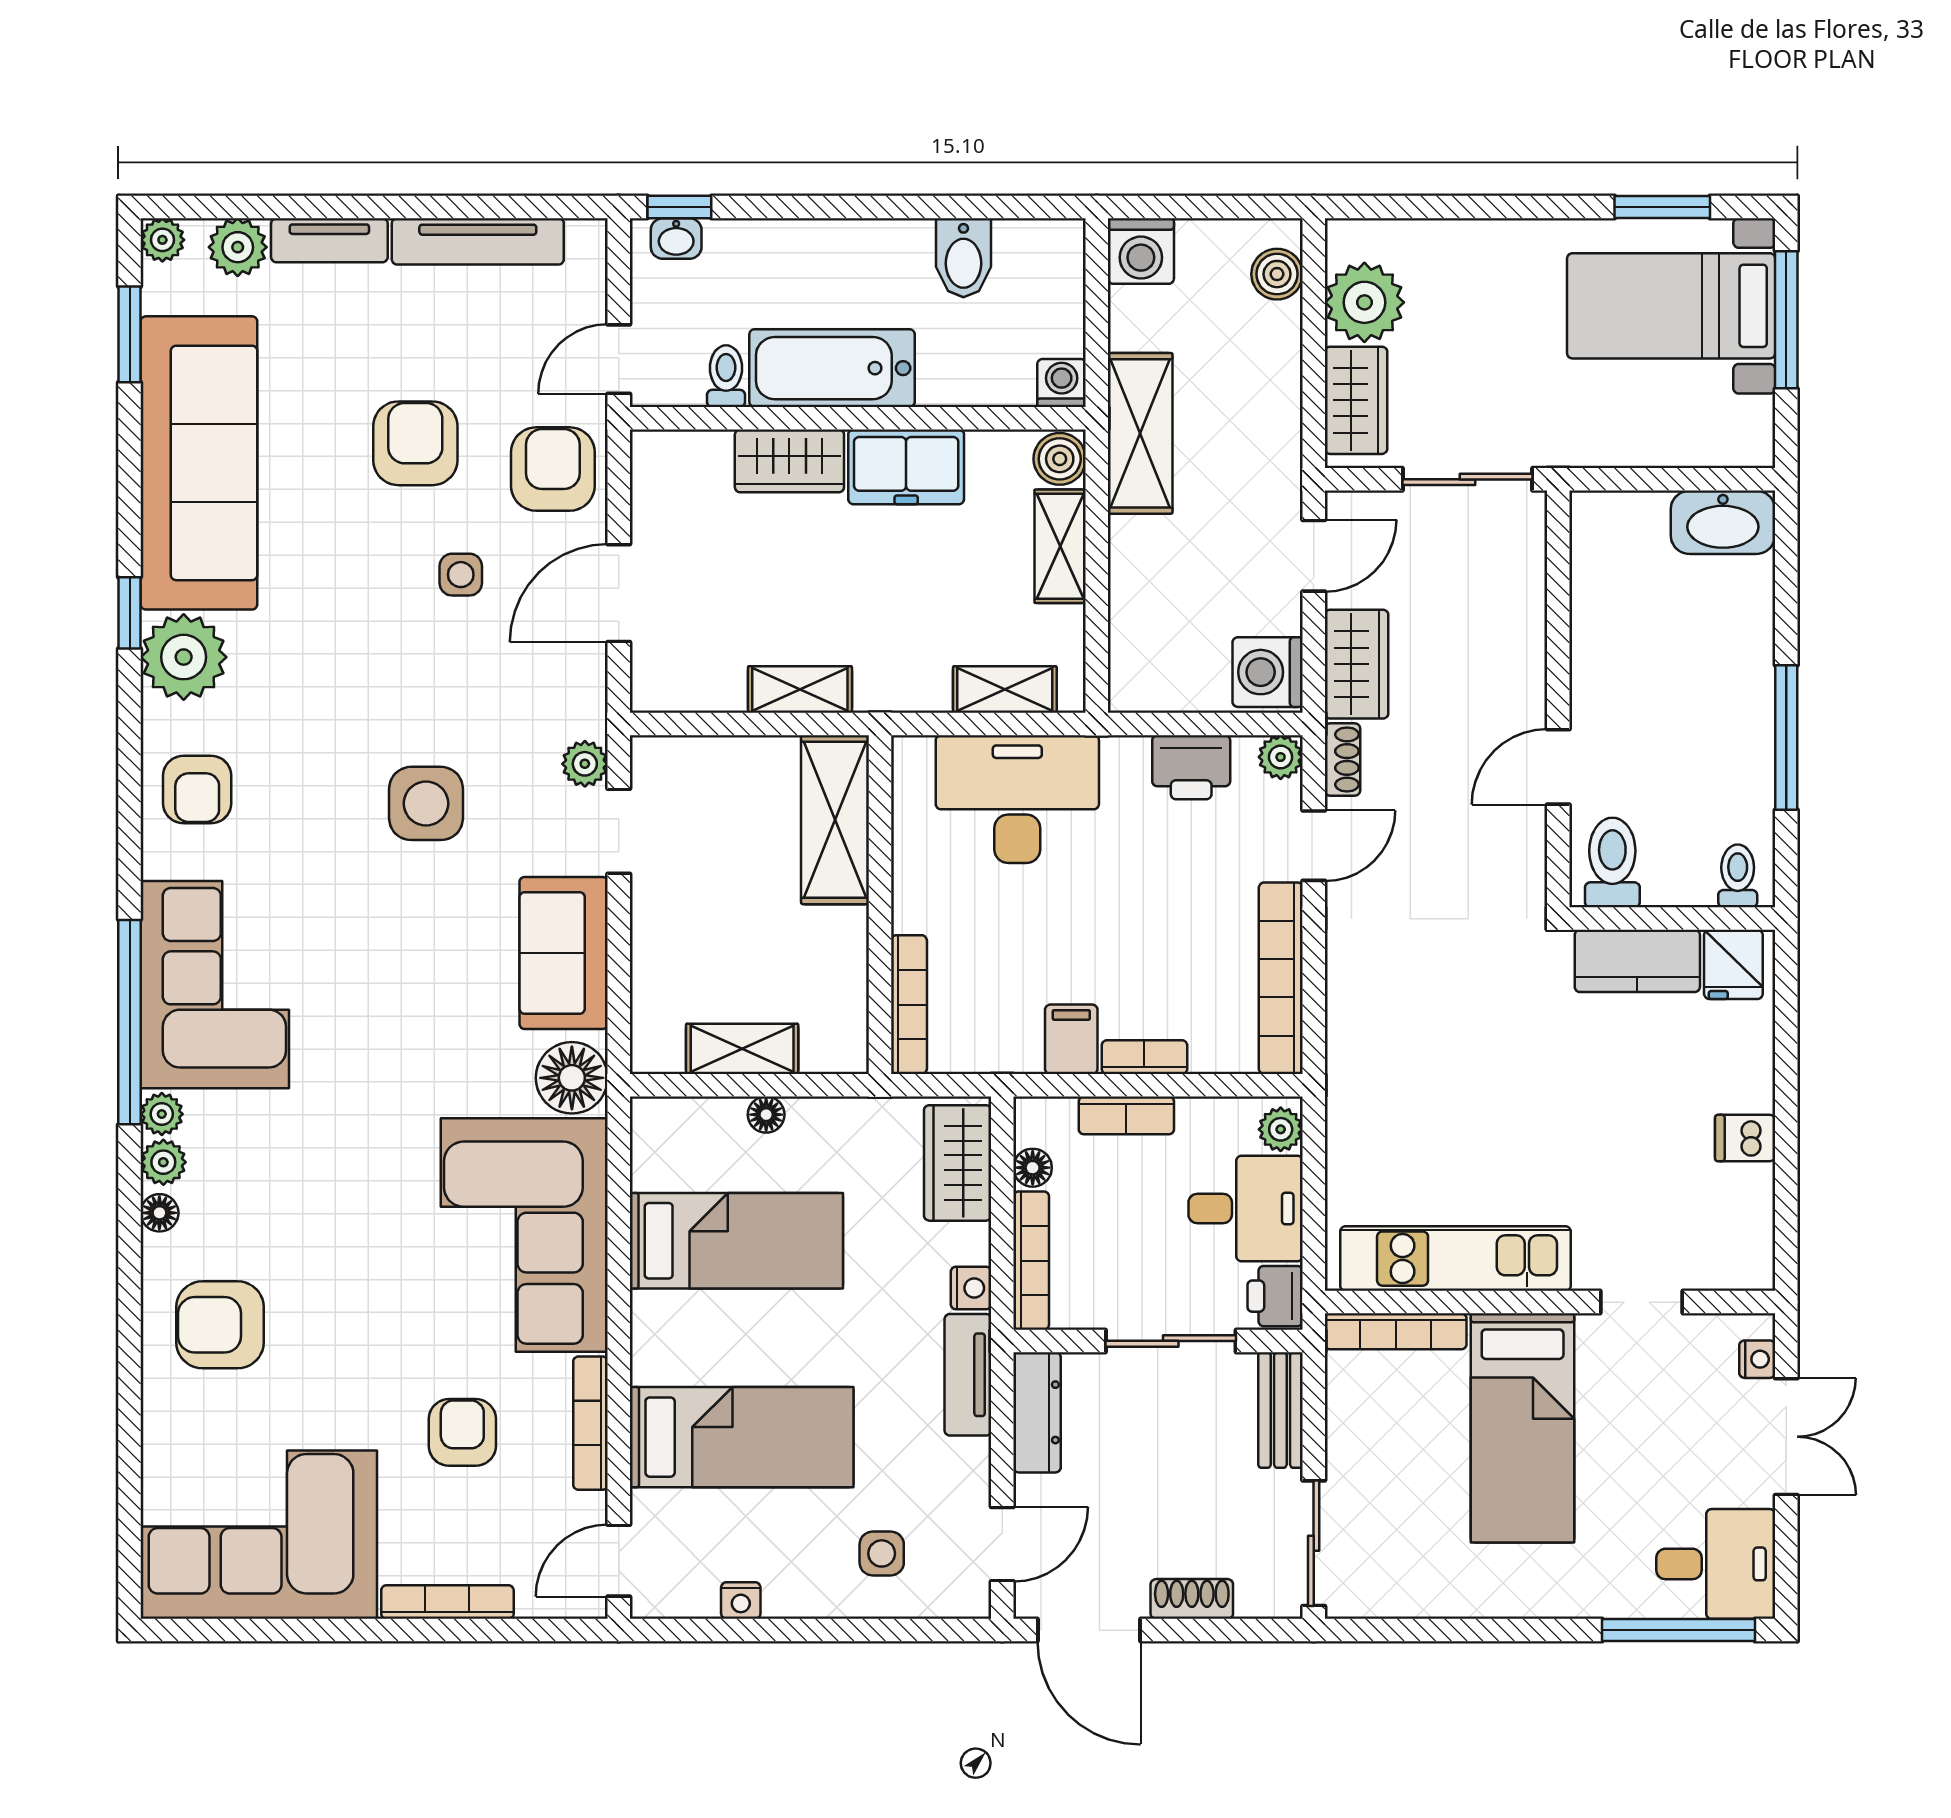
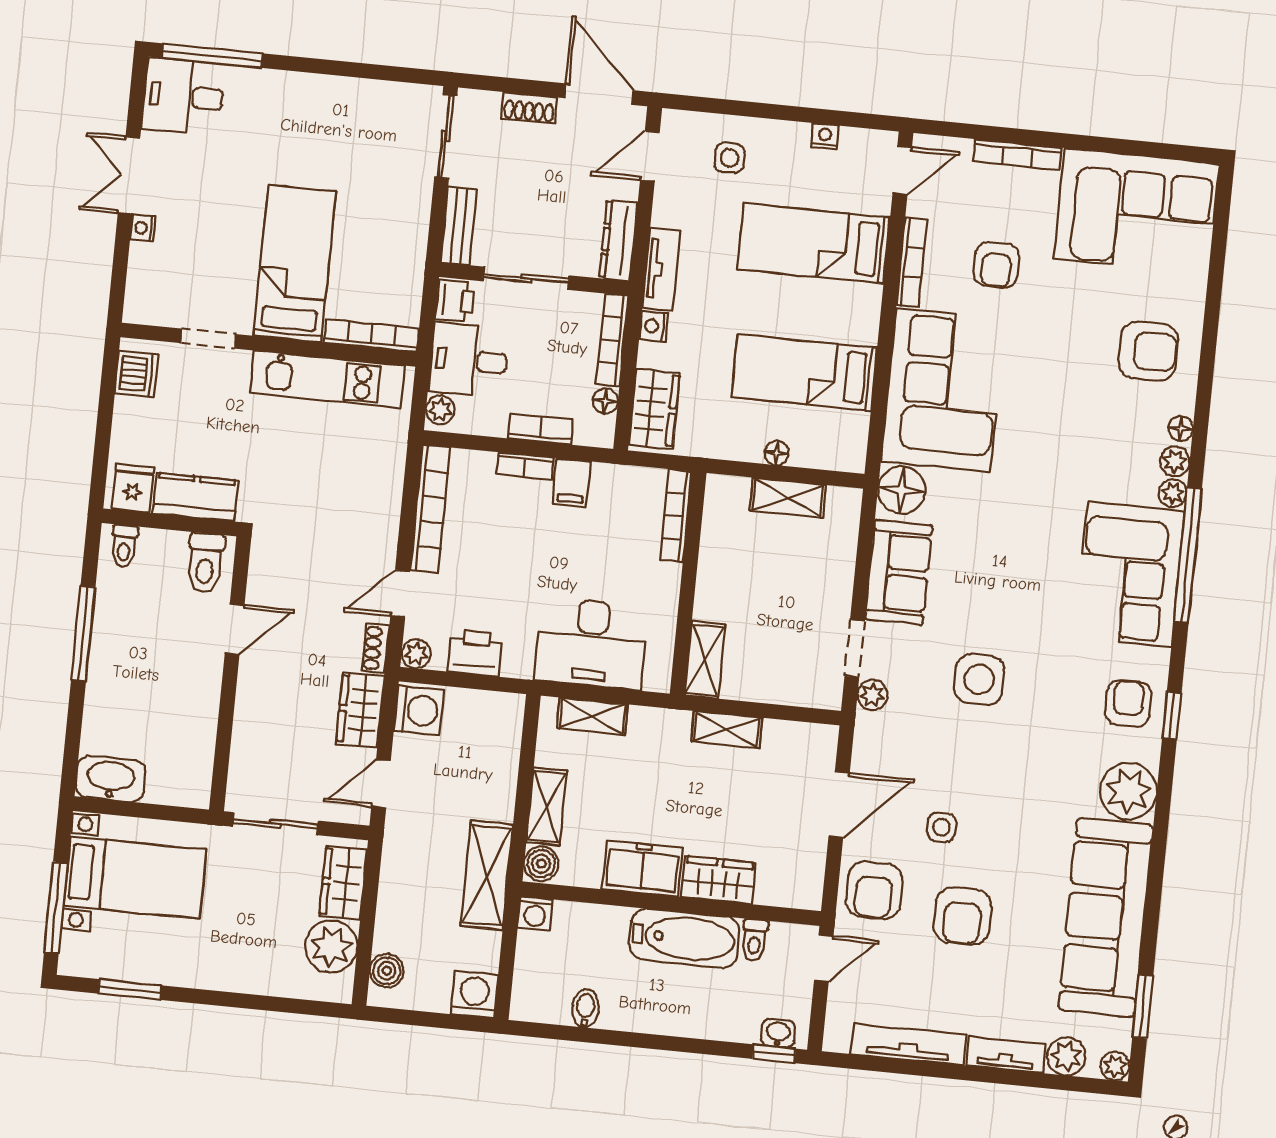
bidet: (963, 258) -> (585, 1008), width x0.72, depth x0.74
bed with nightstands: (1671, 306) -> (135, 877), moved
window: (130, 613) -> (1172, 716), moved
shelving: (835, 820) -> (705, 660), width x0.67, depth x0.75
dishwasher: (1745, 1138) -> (136, 374), width x1.38
kitchen unit: (1455, 1259) -> (328, 379), moved
wall: (1550, 1302) -> (269, 345), moved
doorway: (1641, 1302) -> (209, 339), moved
bookcase: (1396, 1331) -> (372, 335), moved
bed: (1523, 1428) -> (295, 264), moved

